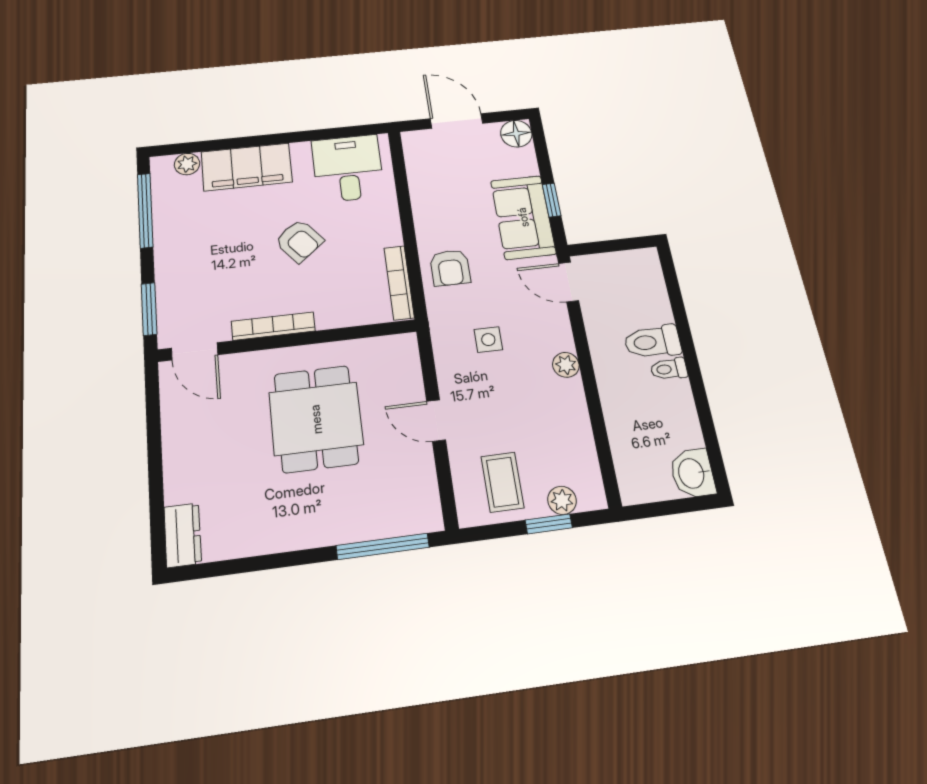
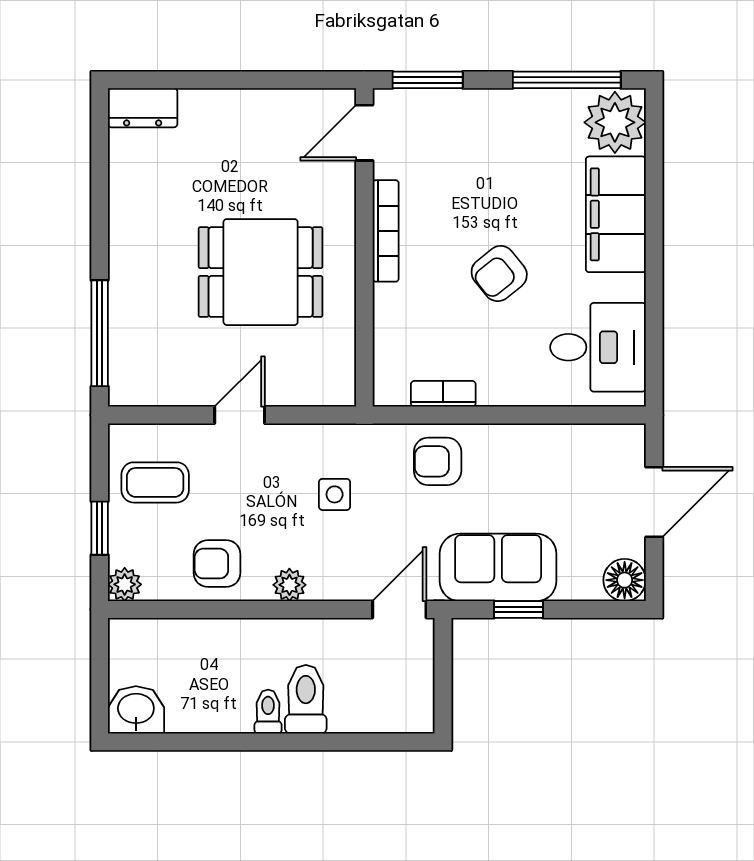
plant: (187, 164) -> (615, 122), width x1.88, depth x1.88
bookcase: (399, 283) -> (443, 394), width x0.64
armchair: (560, 423) -> (217, 564), added
plant: (562, 500) -> (125, 584), moved

